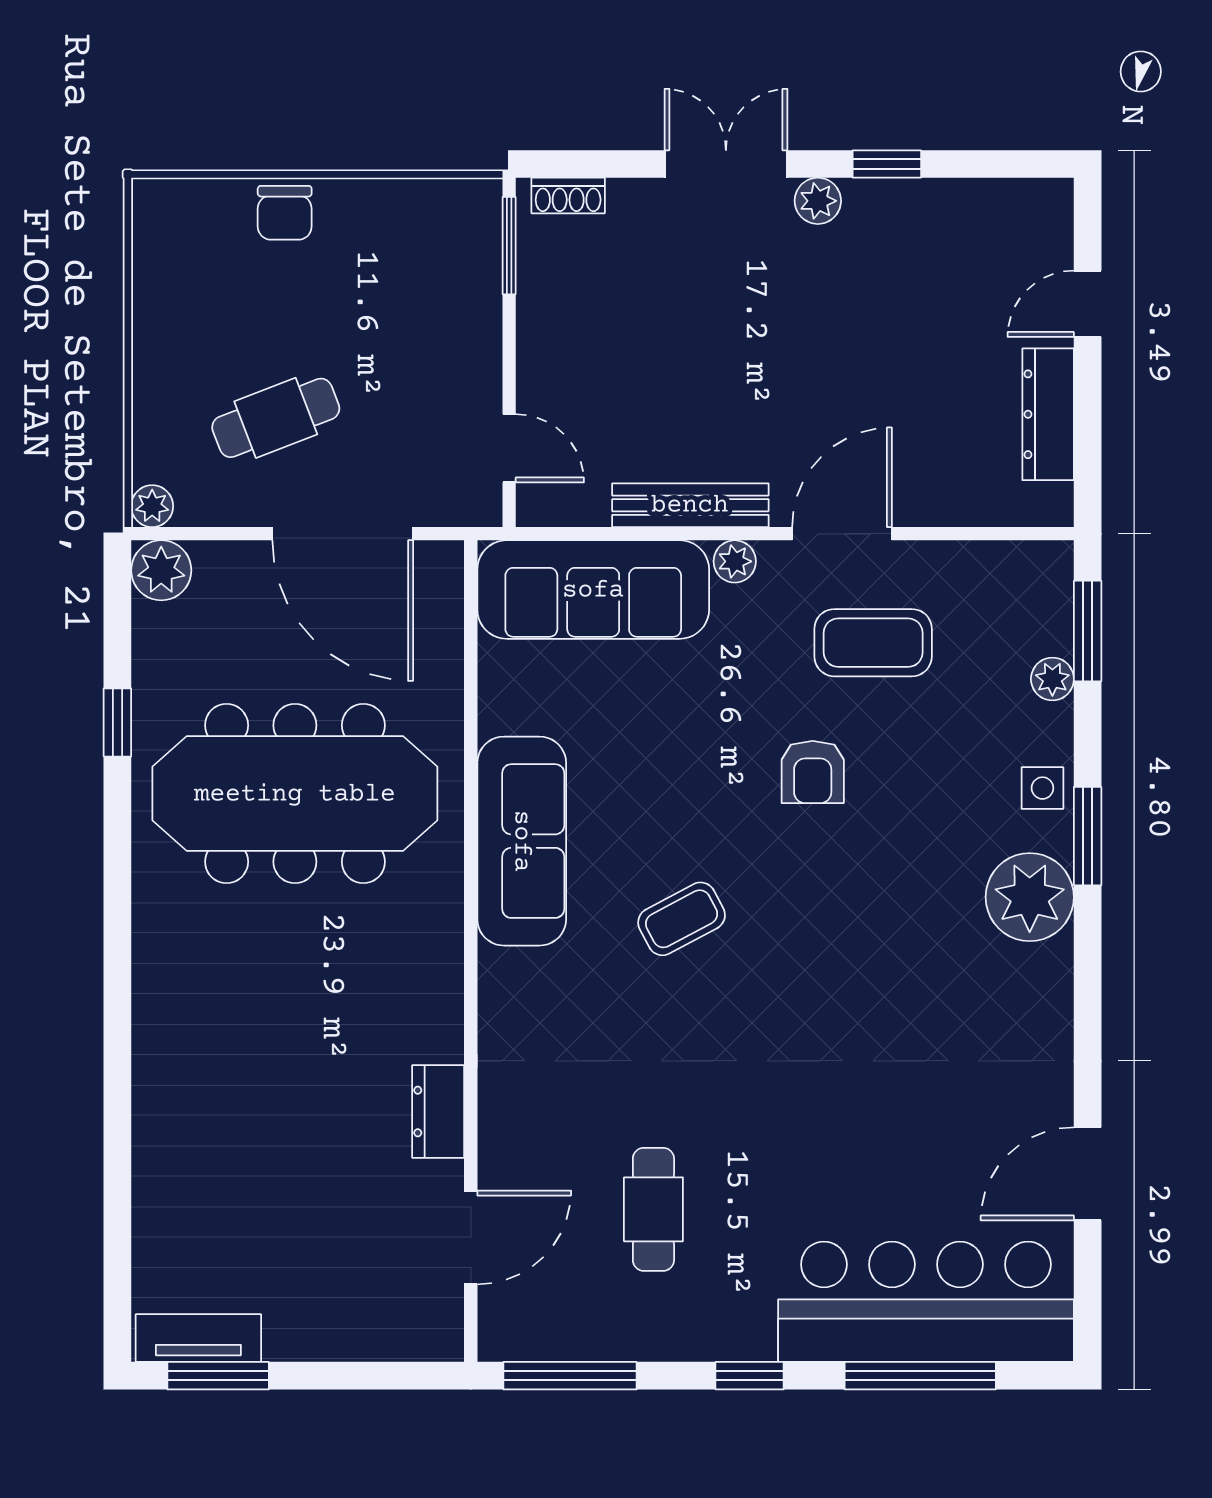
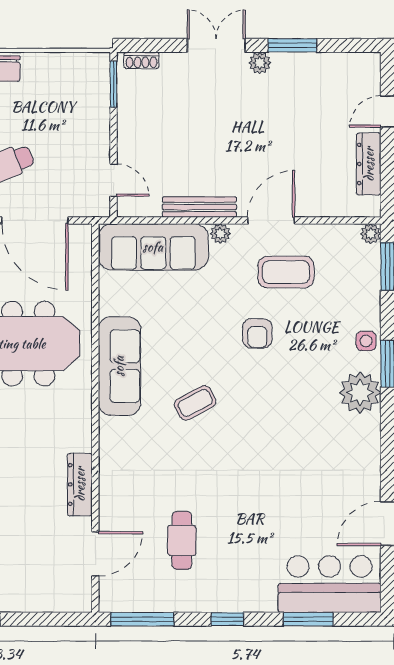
window: (887, 164) -> (292, 45), width x1.50
plant: (1052, 679) -> (371, 234), moved
dresser: (438, 1111) -> (80, 484), width x1.44
bar counter: (926, 1302) -> (330, 584), width x0.73
window: (920, 1376) -> (308, 619), width x0.69

